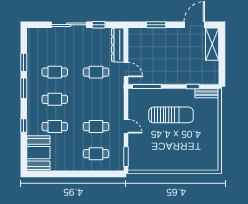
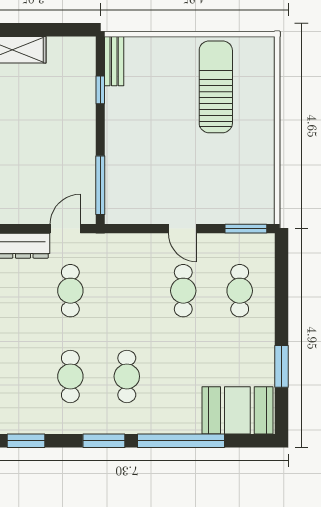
window: (24, 62) -> (26, 441), moved
sun lounger: (171, 115) -> (216, 87), moved
window: (24, 125) -> (181, 441), width x3.17
door: (126, 126) -> (183, 229), swing flipped
cafe table: (55, 127) -> (183, 376), removed
window: (60, 174) -> (281, 366), added

